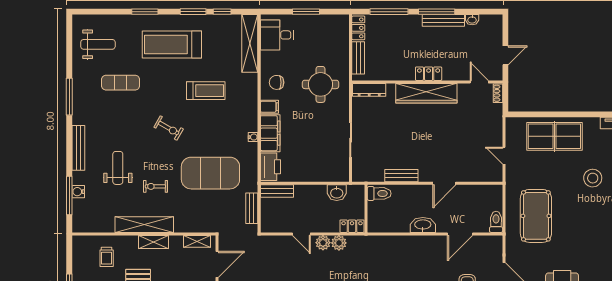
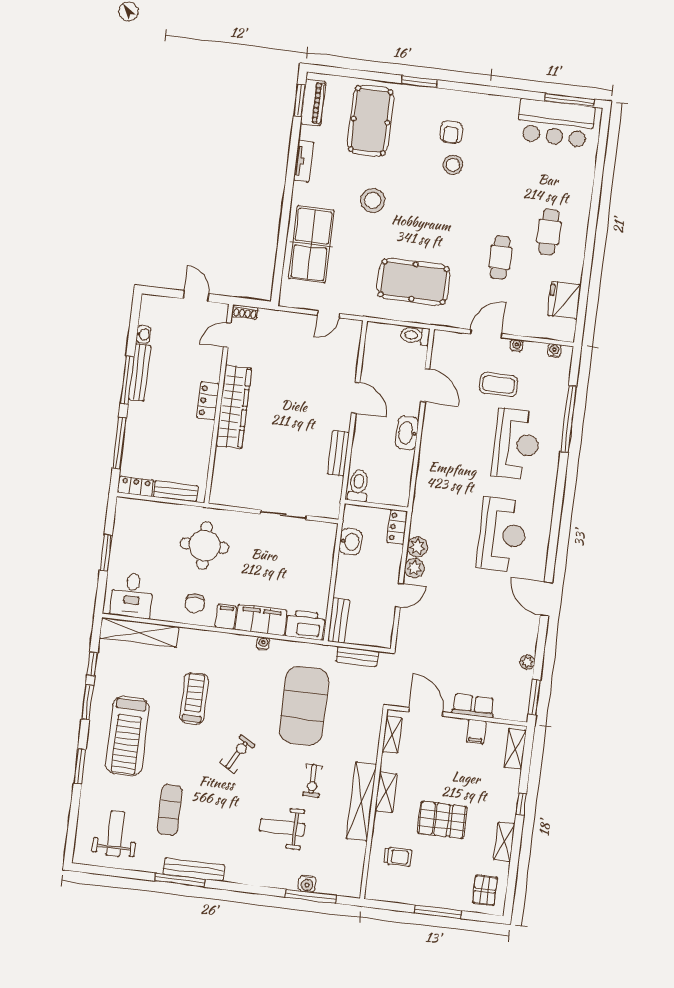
dresser: (369, 90) -> (220, 482), removed
bench: (78, 148) -> (194, 870), moved

